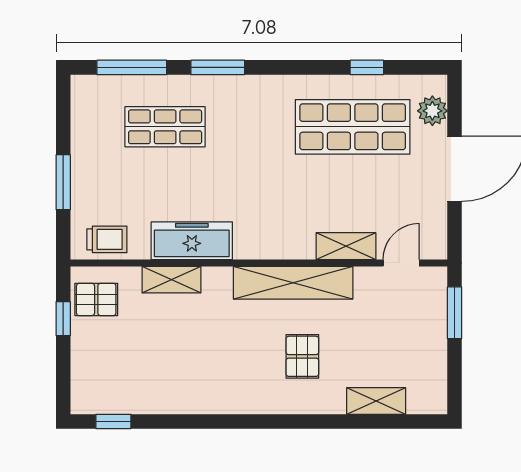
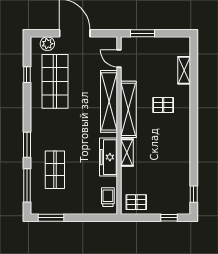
window: (63, 182) -> (51, 218), moved
shelving: (346, 246) -> (109, 101), width x2.20, depth x1.33
shelving: (171, 280) -> (127, 152), moved
pallet: (96, 299) -> (136, 202), turned 90
window: (63, 319) -> (169, 218), moved

